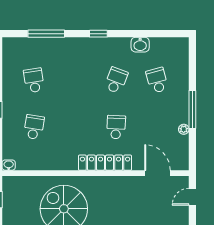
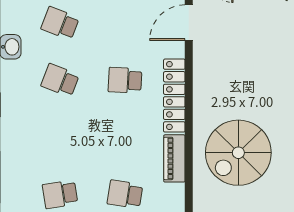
school desk: (157, 80) -> (60, 23), turned 36
piano: (60, 163) -> (174, 158), added

